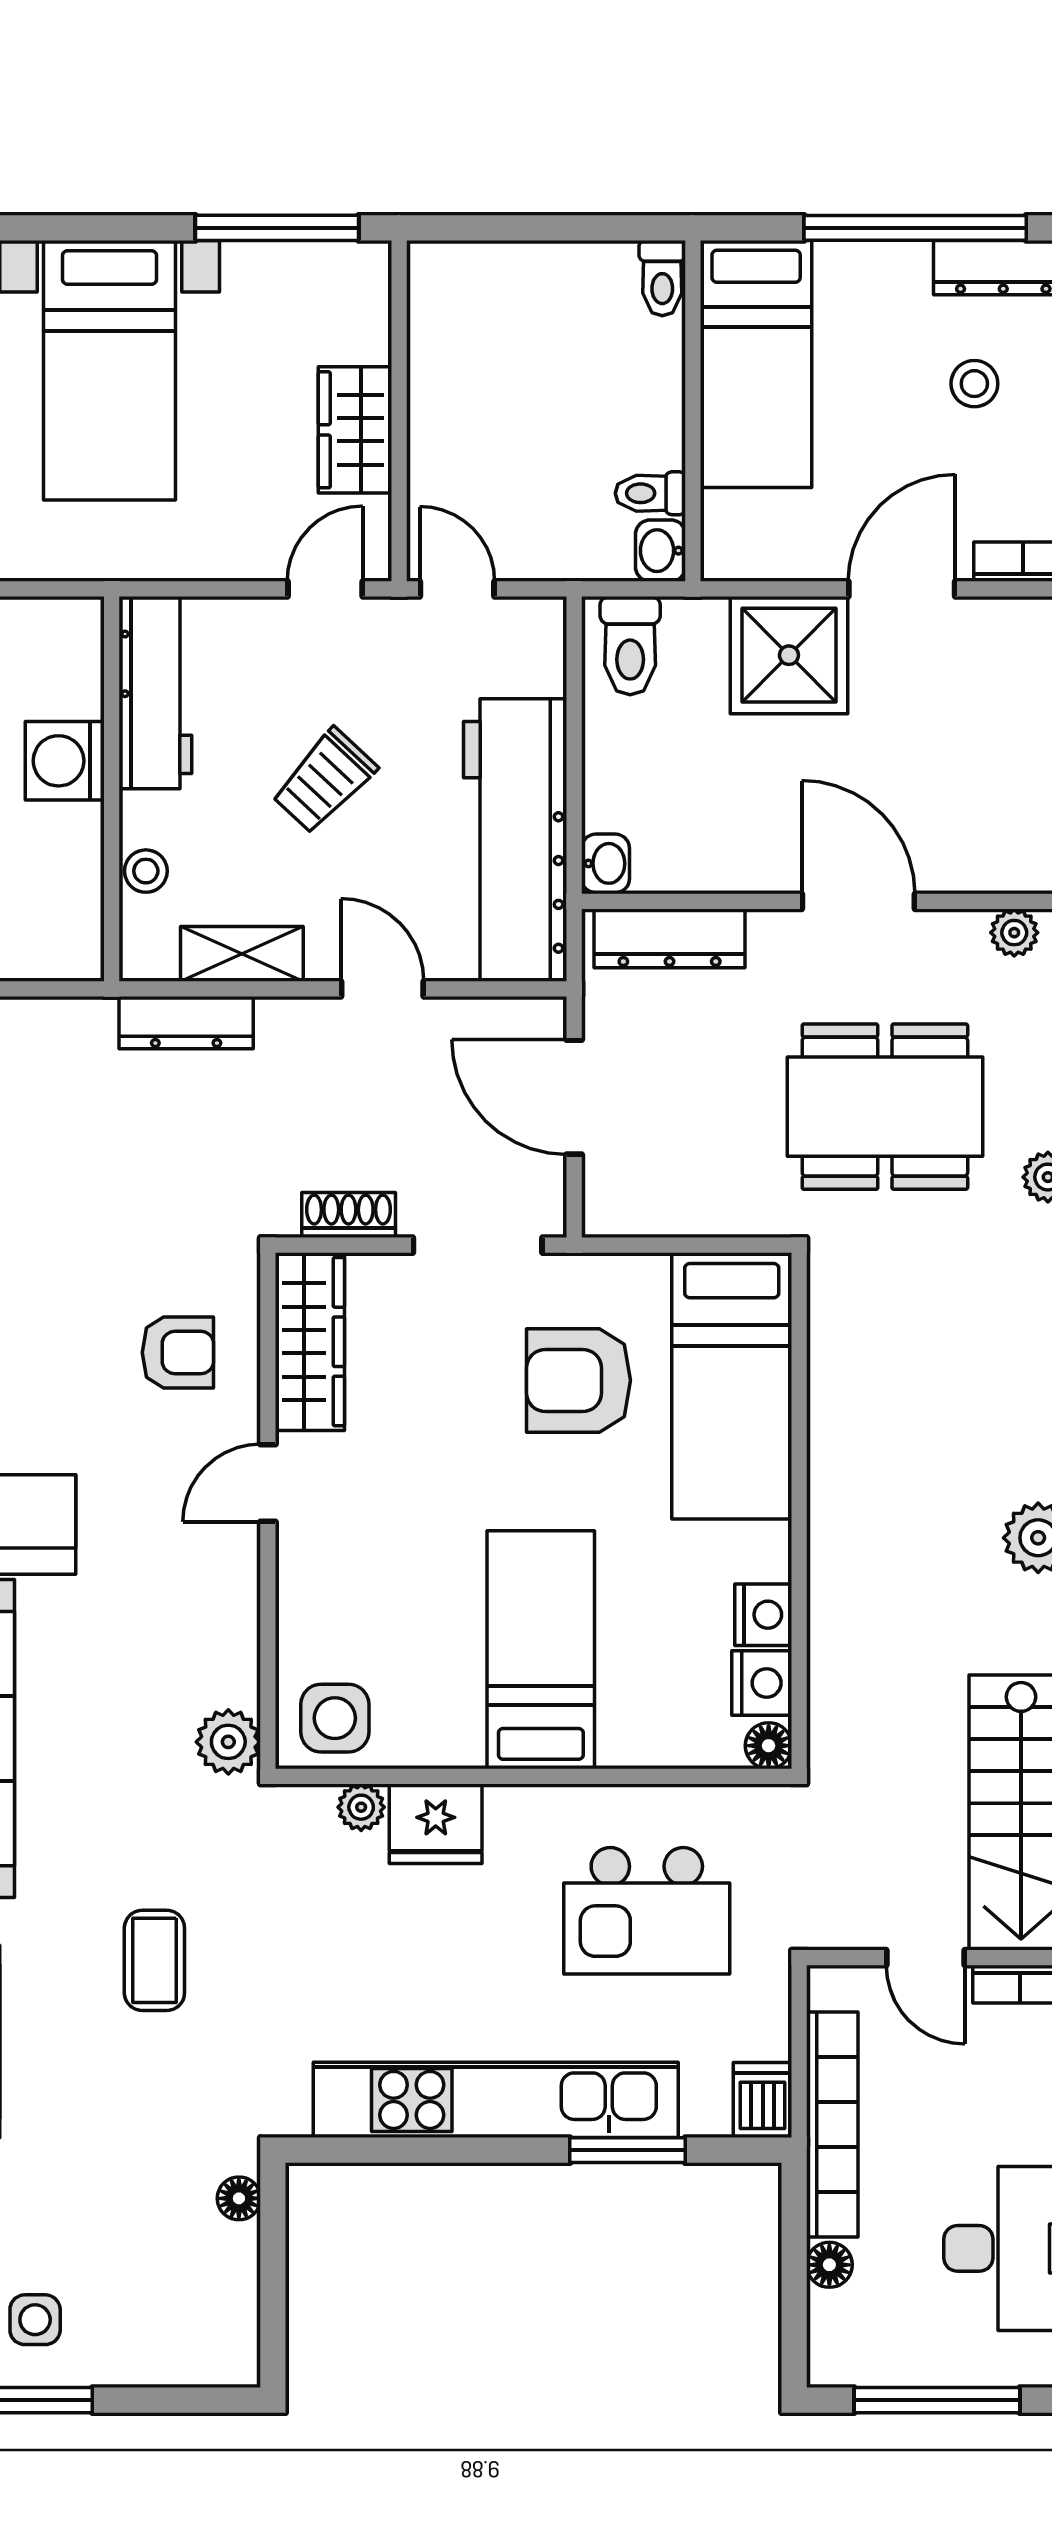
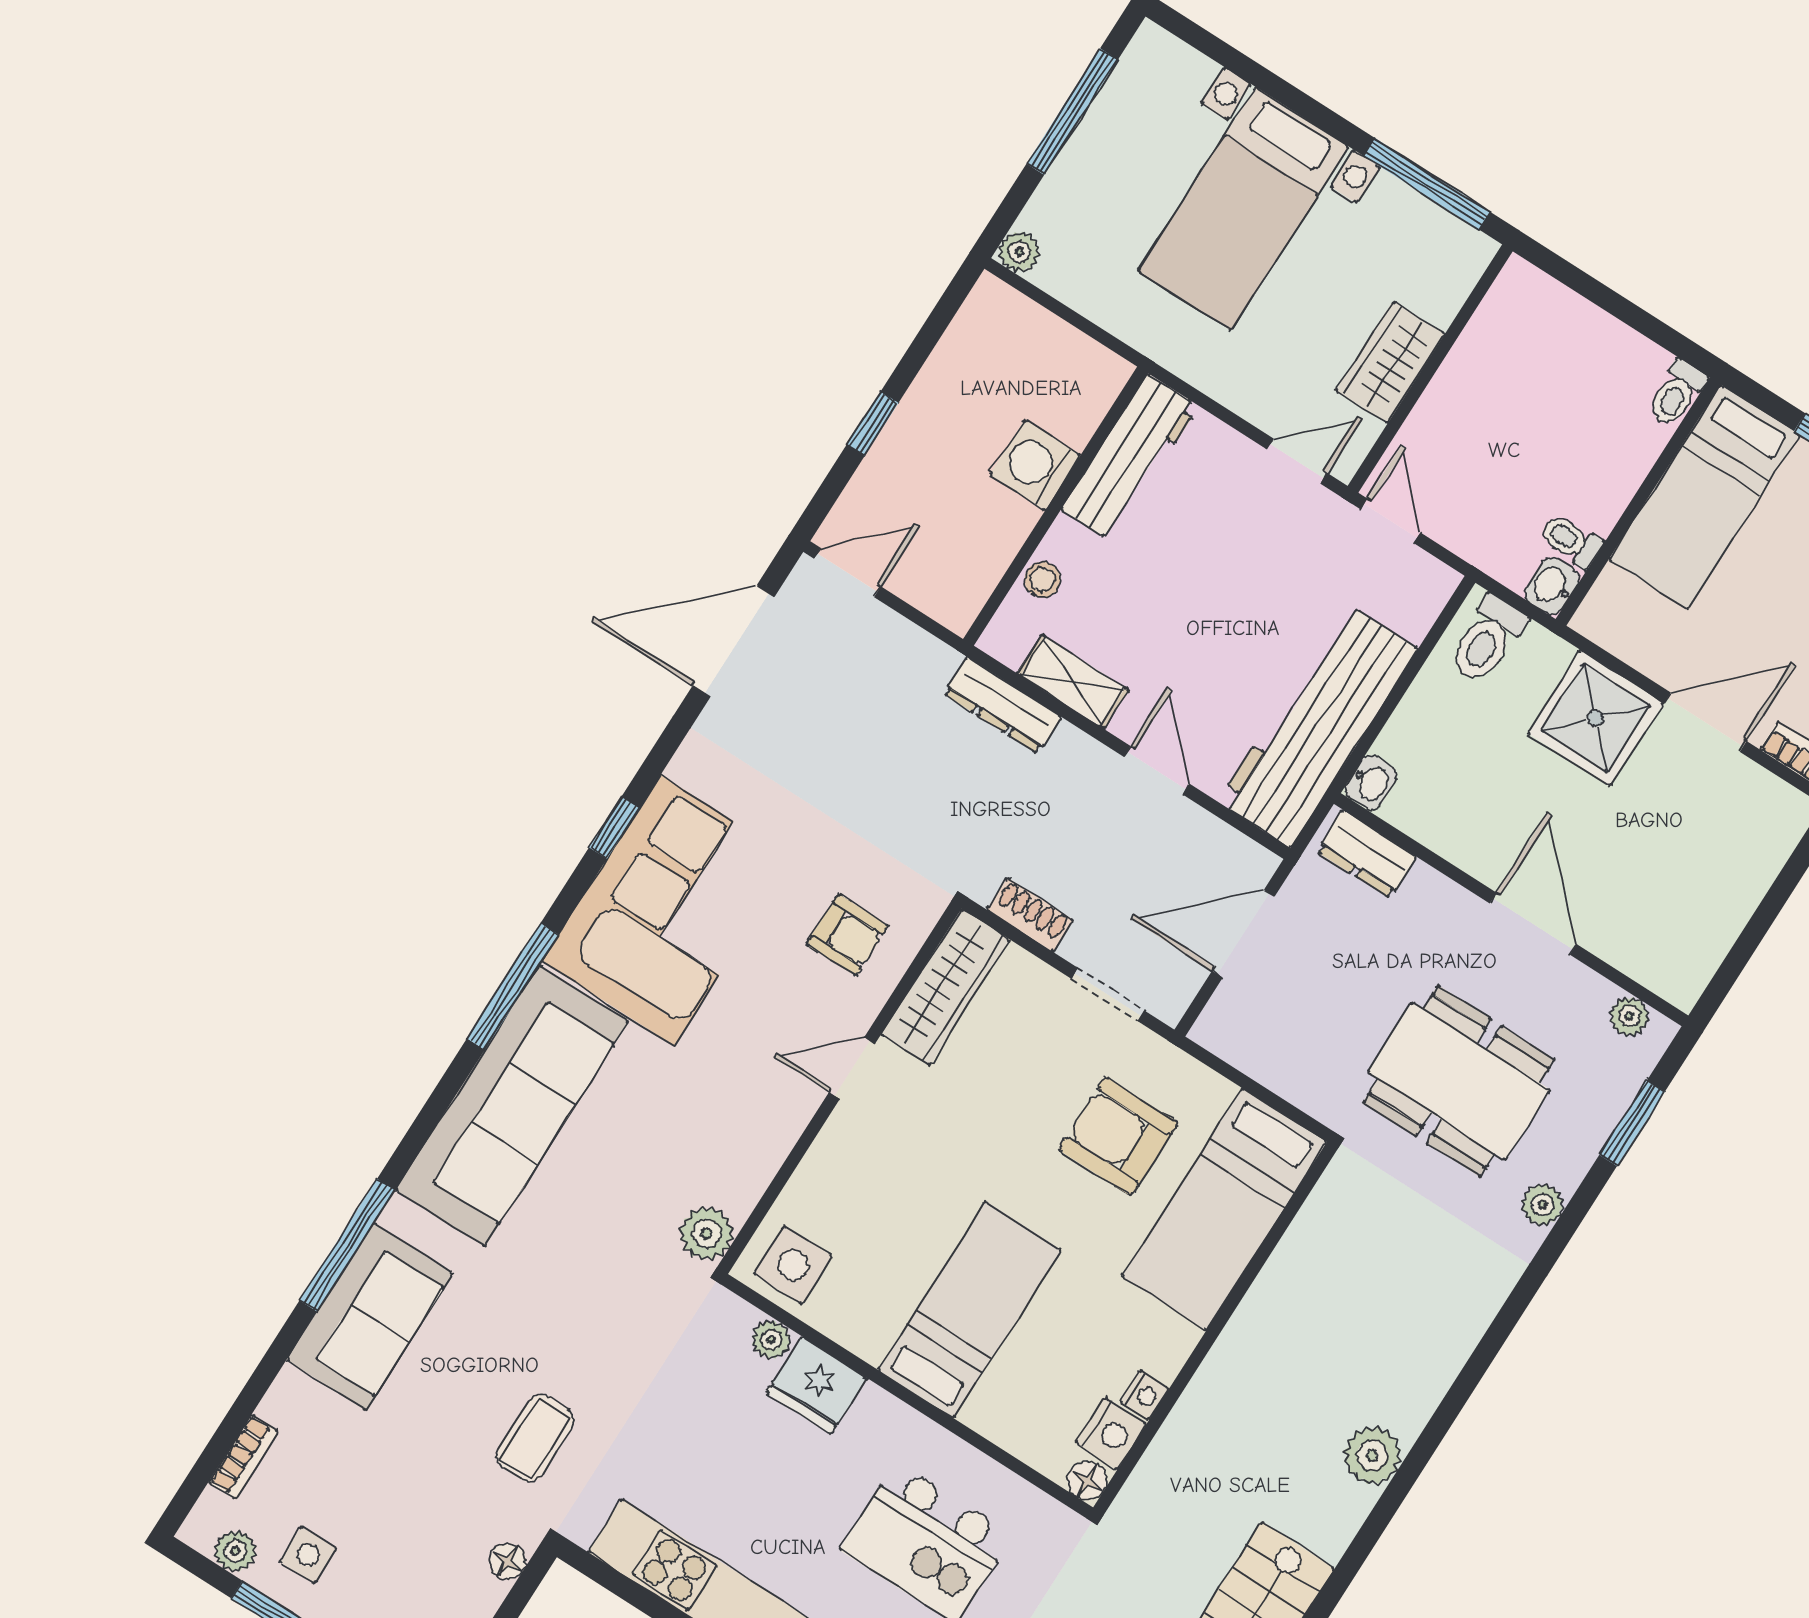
trolley: (324, 781) -> (1210, 597), removed
dresser: (670, 938) -> (1367, 854), width x0.70
door: (574, 1097) -> (1243, 934), hinge flipped
doorway: (478, 1245) -> (1108, 995), width x0.73
nightstand: (763, 1615) -> (1144, 1395), width x0.72, depth x0.74
coffee table: (154, 1960) -> (535, 1438), moved

